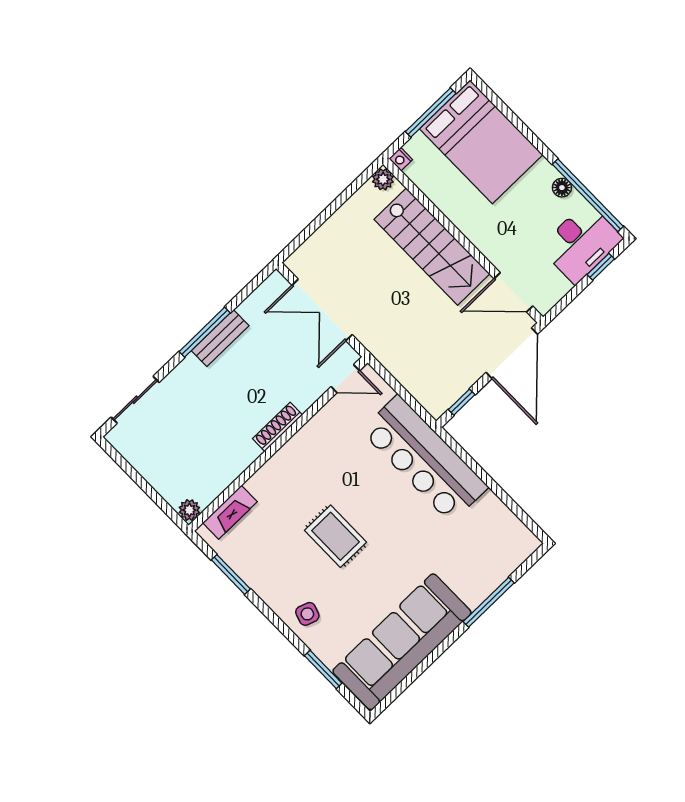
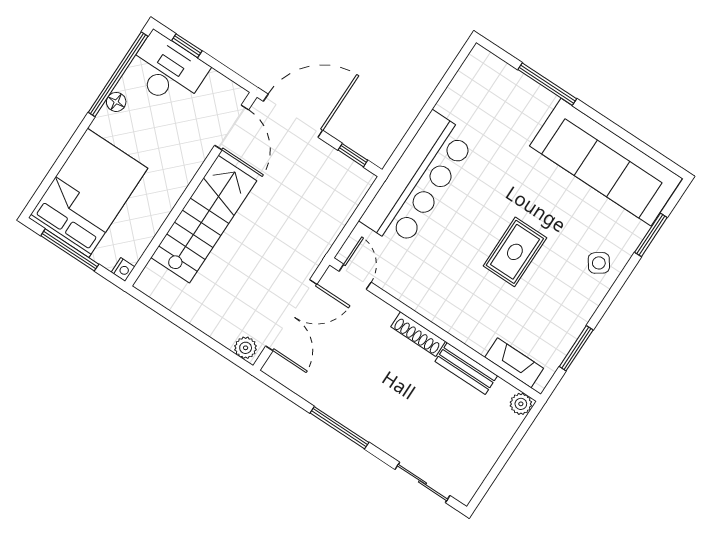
plant: (383, 179) -> (246, 348), moved
bench: (220, 338) -> (466, 369), moved
side table: (307, 614) -> (599, 263), turned 35

